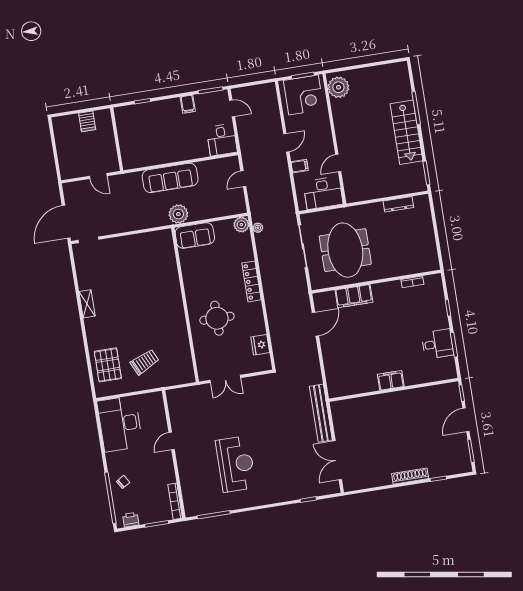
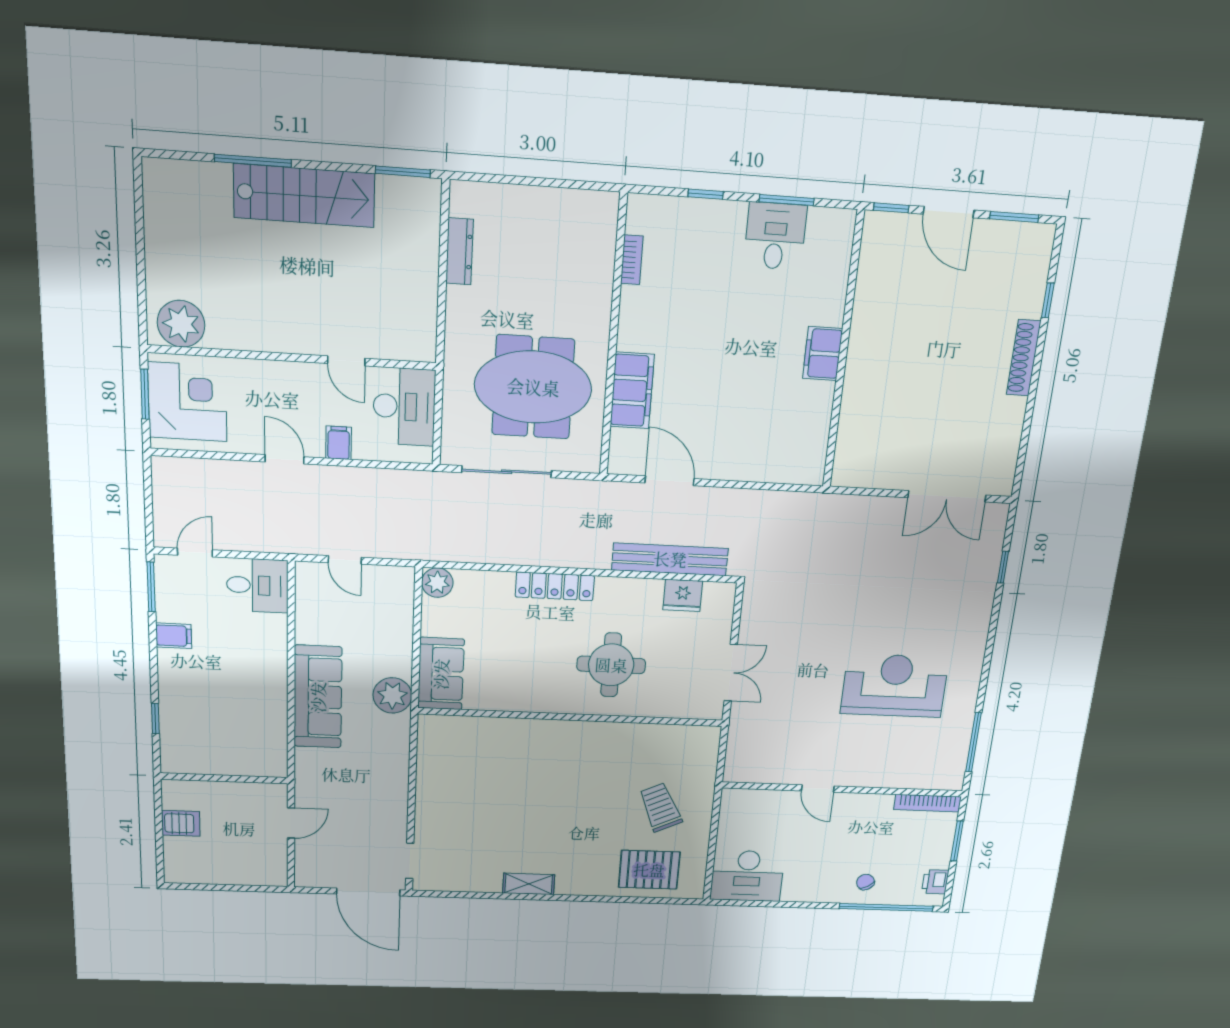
plant: (258, 228) -> (450, 552), removed
bench: (321, 413) -> (670, 559), moved
desk: (120, 424) -> (747, 876), width x0.73, depth x0.77

